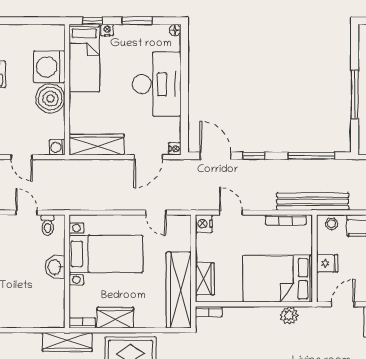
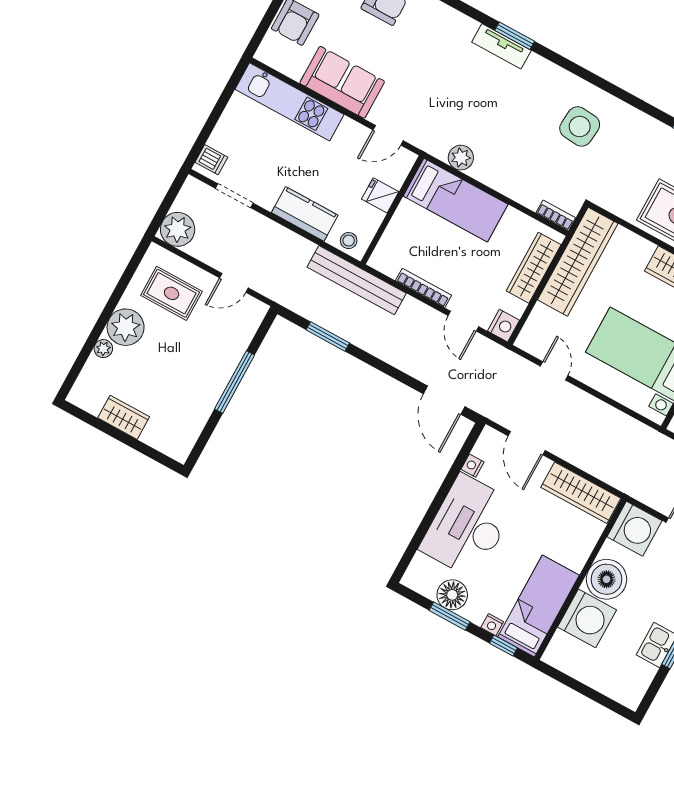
floor lamp: (175, 30) -> (452, 595), moved, width x1.89, depth x1.89
washing machine: (57, 147) -> (635, 529), width x1.89, depth x1.89
nightstand: (175, 149) -> (472, 466), moved
window: (254, 156) -> (398, 375), removed
window: (311, 156) -> (328, 336), width x0.69
door: (148, 157) -> (527, 443), swing flipped
bookcase: (286, 220) -> (424, 288), moved
wardrobe: (205, 279) -> (534, 268), width x1.50
bed: (278, 279) -> (456, 200), width x0.67

